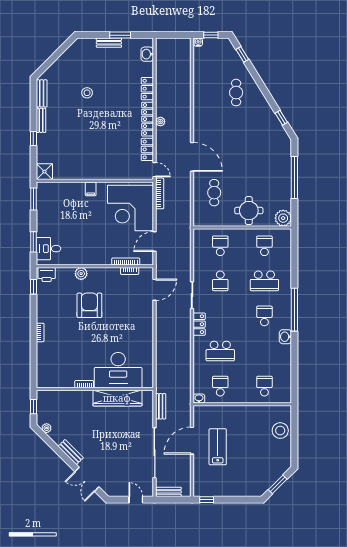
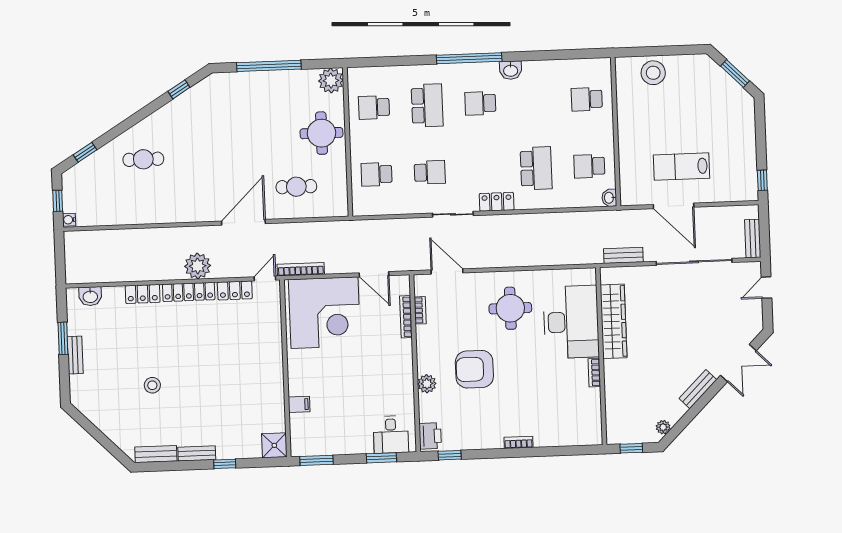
plant: (160, 122) -> (198, 266), width x1.88, depth x1.88
filing cabinet: (91, 189) -> (299, 404), moved
round table: (129, 330) -> (510, 308), added

